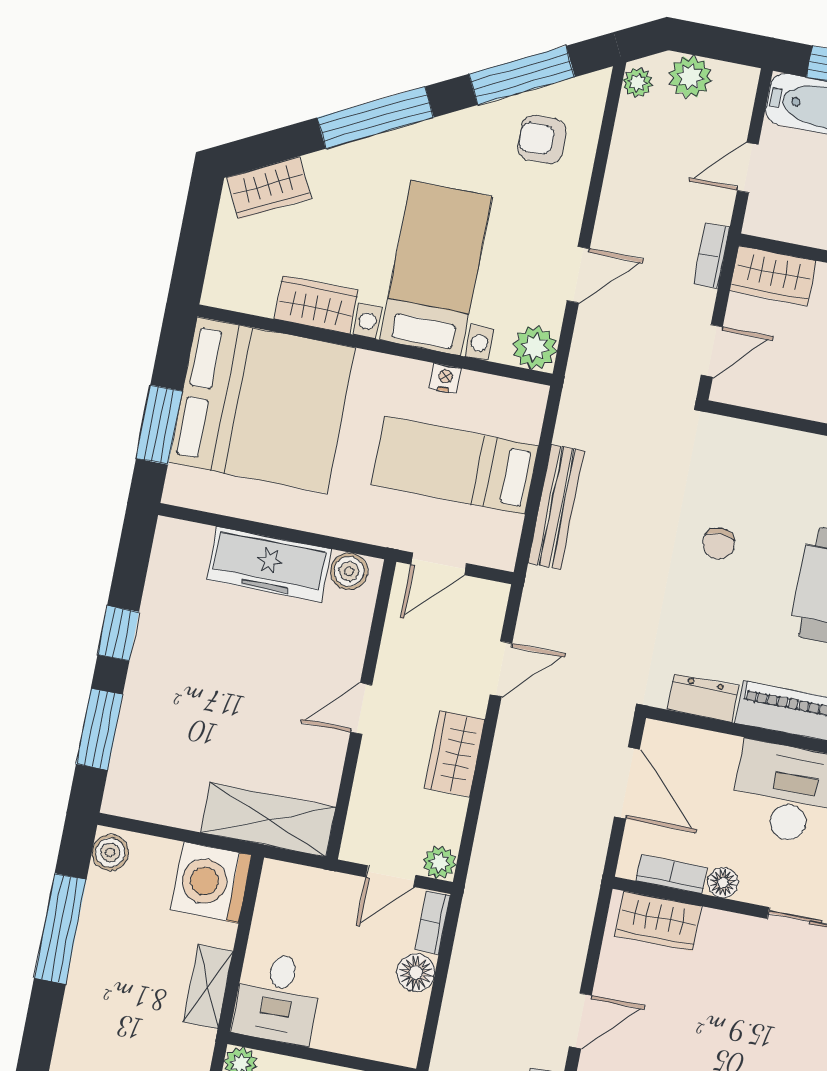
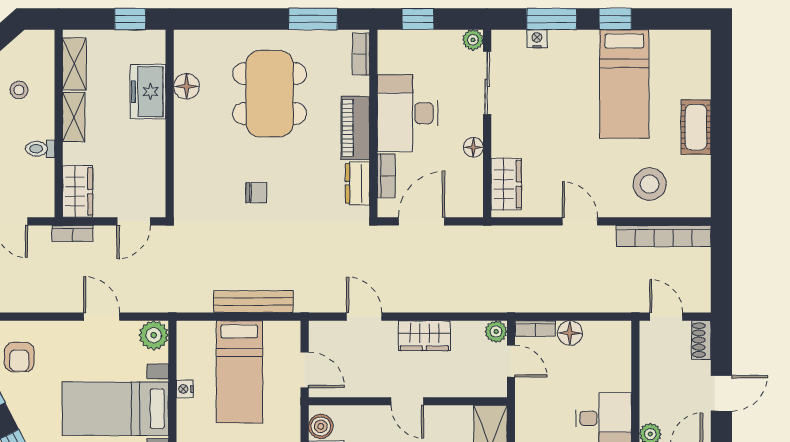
door: (712, 351) -> (134, 221), swing flipped
bookcase: (672, 874) -> (386, 176), moved, turned 180

